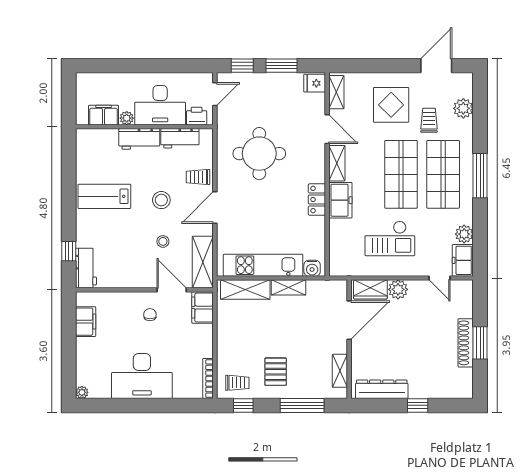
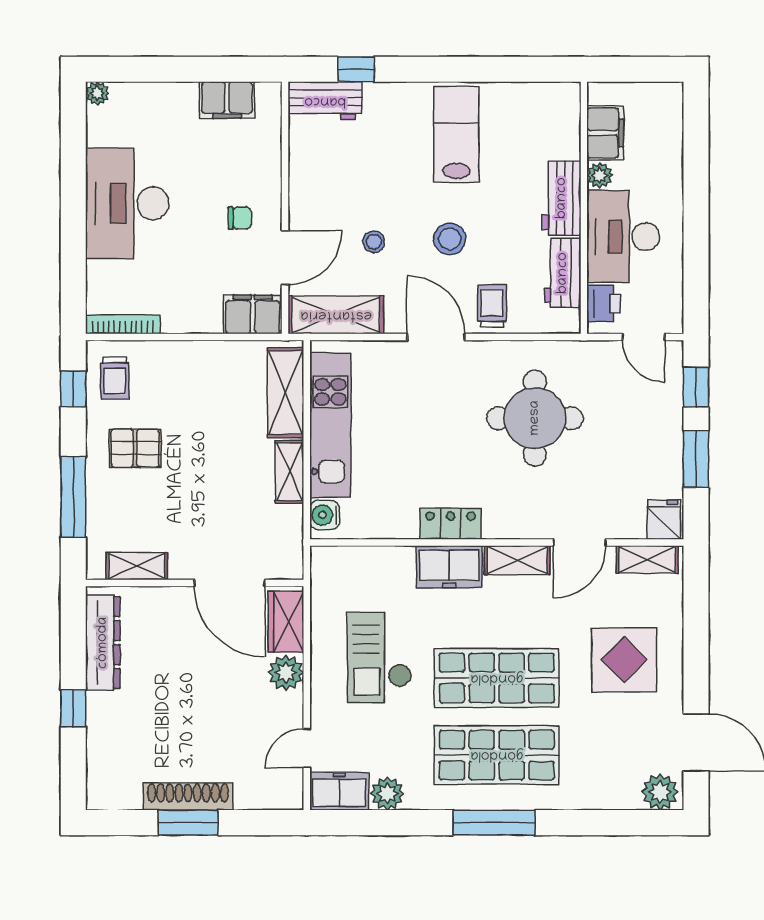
plant: (463, 108) -> (660, 792), moved
trolley: (429, 120) -> (596, 729), removed

